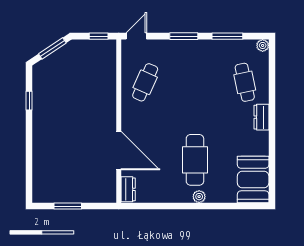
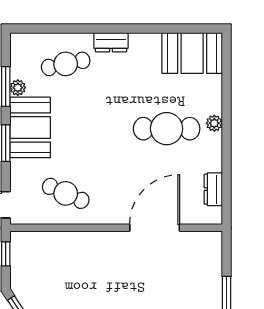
plant: (263, 45) -> (18, 88), moved
booth: (196, 55) -> (30, 127), added
dresser: (128, 189) -> (213, 189), moved, turned -90

